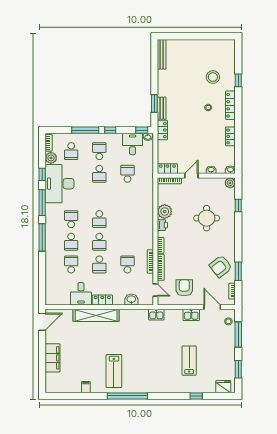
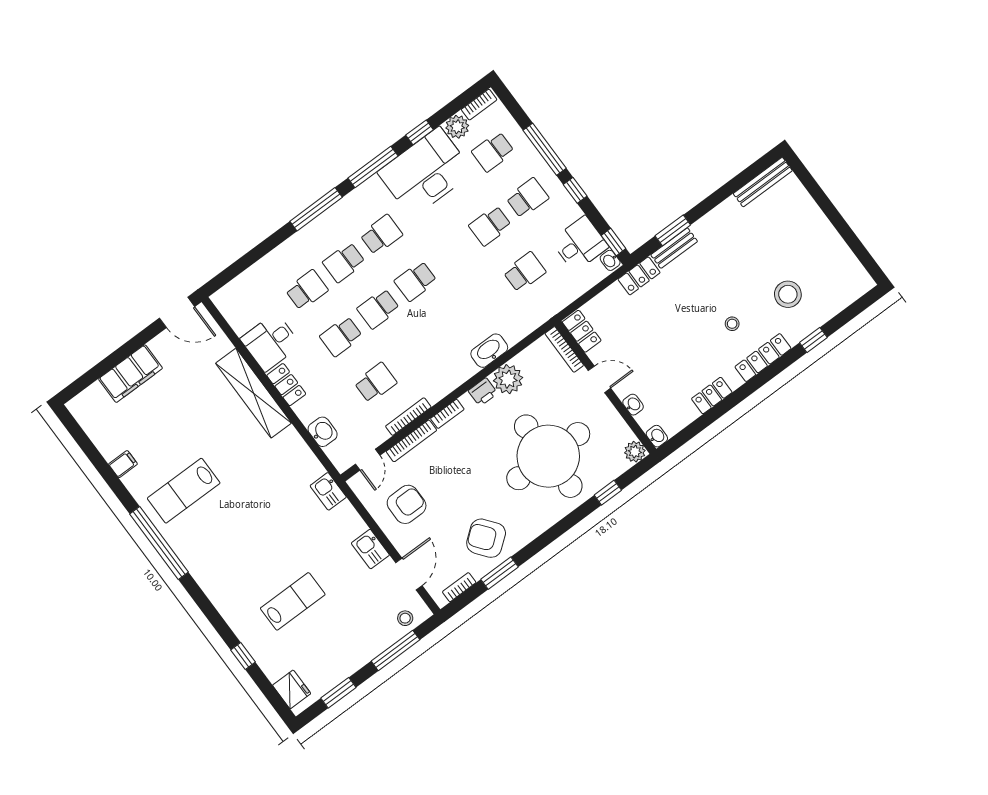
washbasin: (148, 211) -> (489, 351), added
round table: (207, 218) -> (548, 456), width x1.86, depth x1.86

